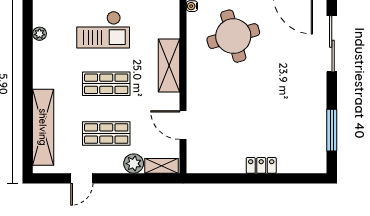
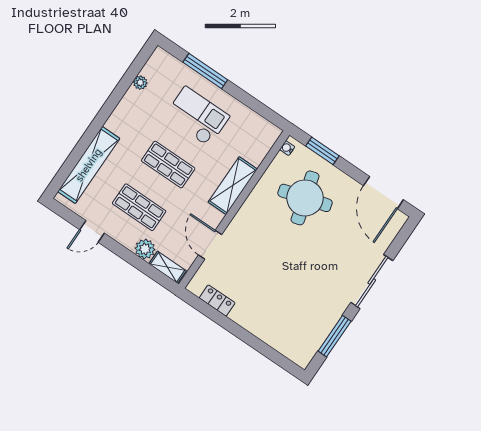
checkout: (103, 30) -> (197, 116), turned 180
sliding door: (332, 44) -> (372, 282), moved
locker: (261, 165) -> (217, 300), moved

